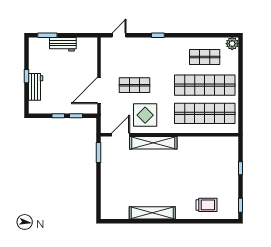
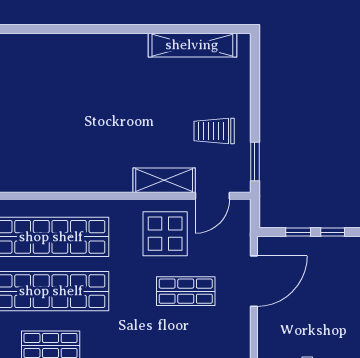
shelving: (153, 143) -> (164, 180), width x0.68
trolley: (206, 205) -> (214, 131), moved
shelving: (152, 213) -> (192, 45), moved

